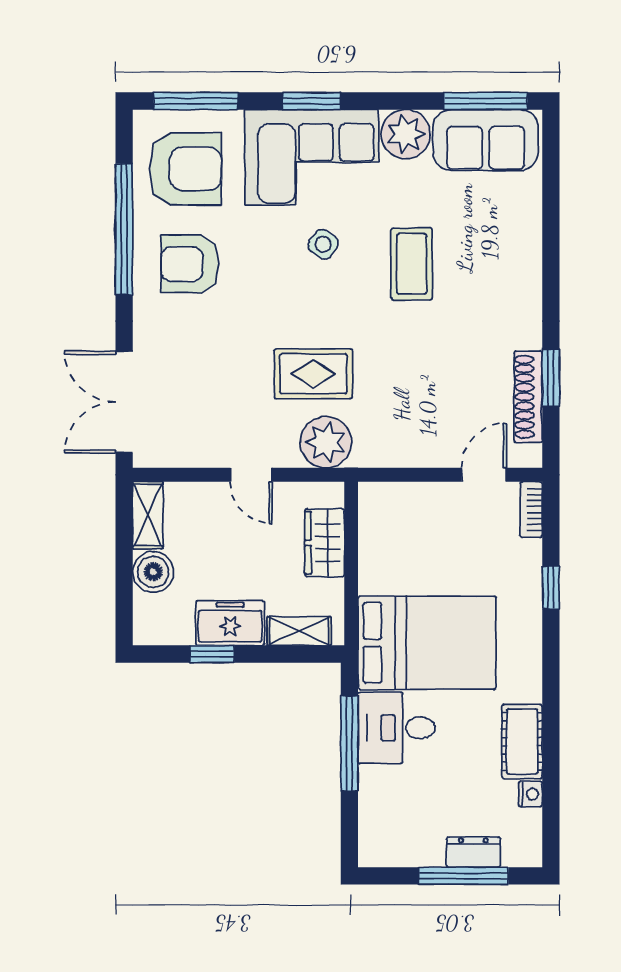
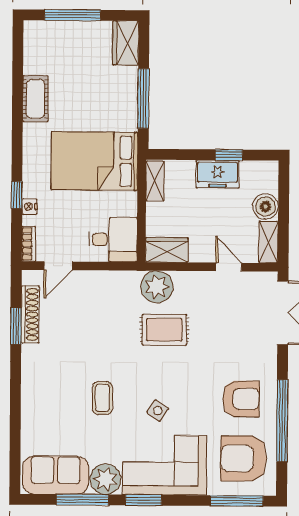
window: (311, 101) -> (144, 500), moved
window: (486, 101) -> (83, 500), moved
coffee table: (412, 264) -> (102, 398), width x0.73, depth x0.77
door: (251, 475) -> (229, 267), moved
wardrobe: (325, 543) -> (167, 250), moved, turned -90
shelving: (299, 631) -> (155, 181), moved, turned 90
desk: (397, 728) -> (113, 240), moved
nightstand: (530, 794) -> (30, 207), moved
wardrobe: (378, 832) -> (126, 43), added
dresser: (473, 852) -> (66, 30), removed

